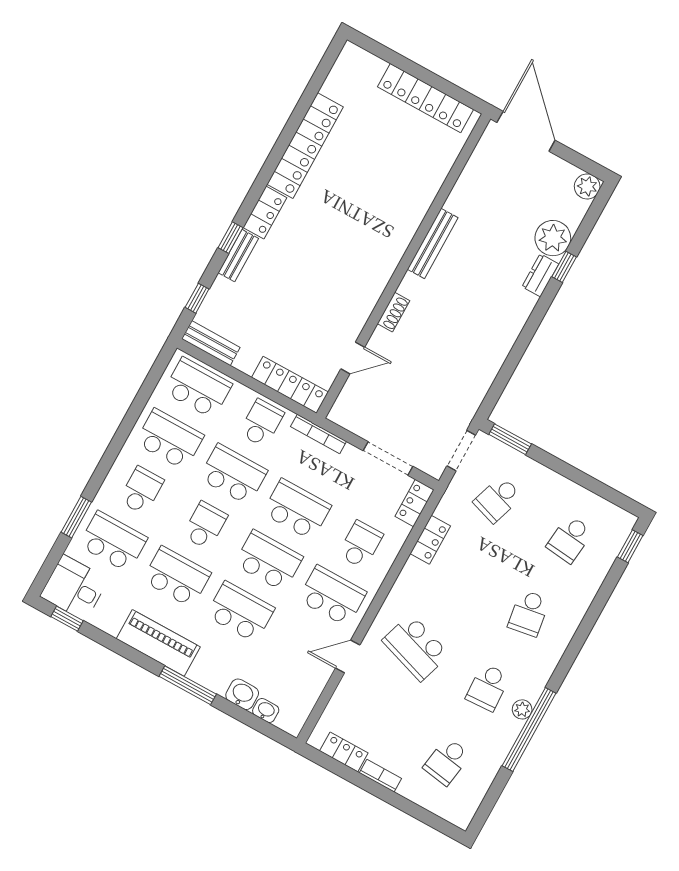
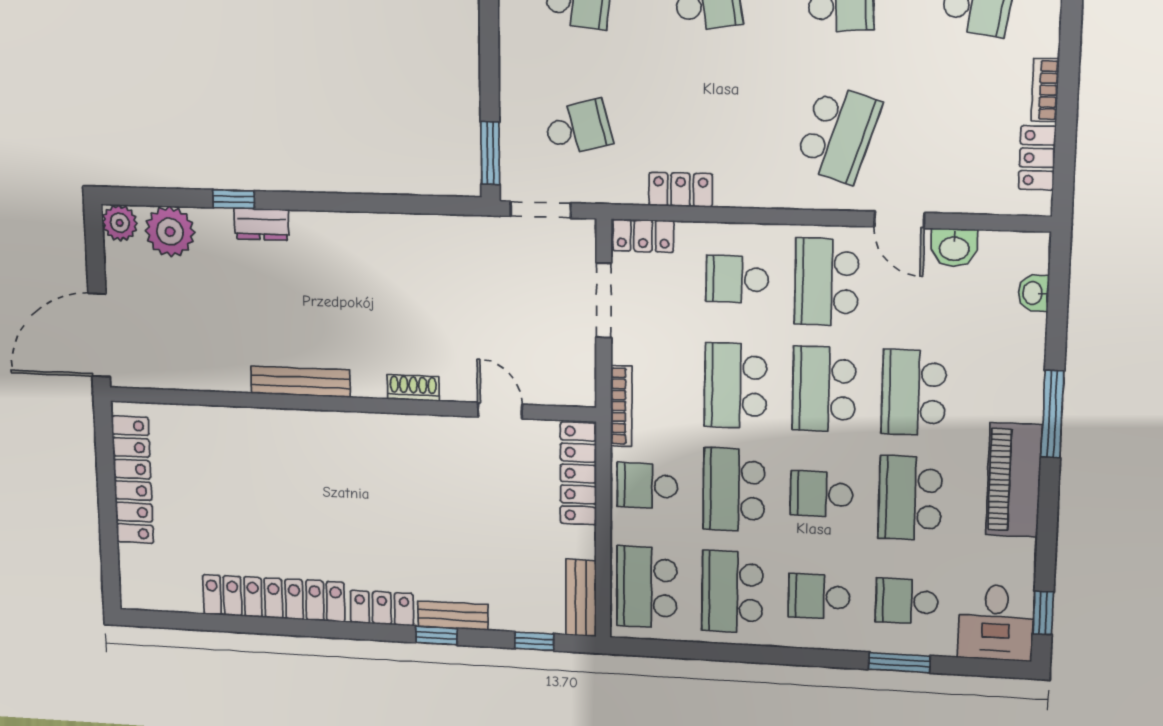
plant: (553, 238) -> (170, 232), moved
school desk: (498, 499) -> (578, 128), turned -33
school desk: (113, 542) -> (907, 601), width x0.54
washbasin: (242, 694) -> (954, 248), moved, turned -90

